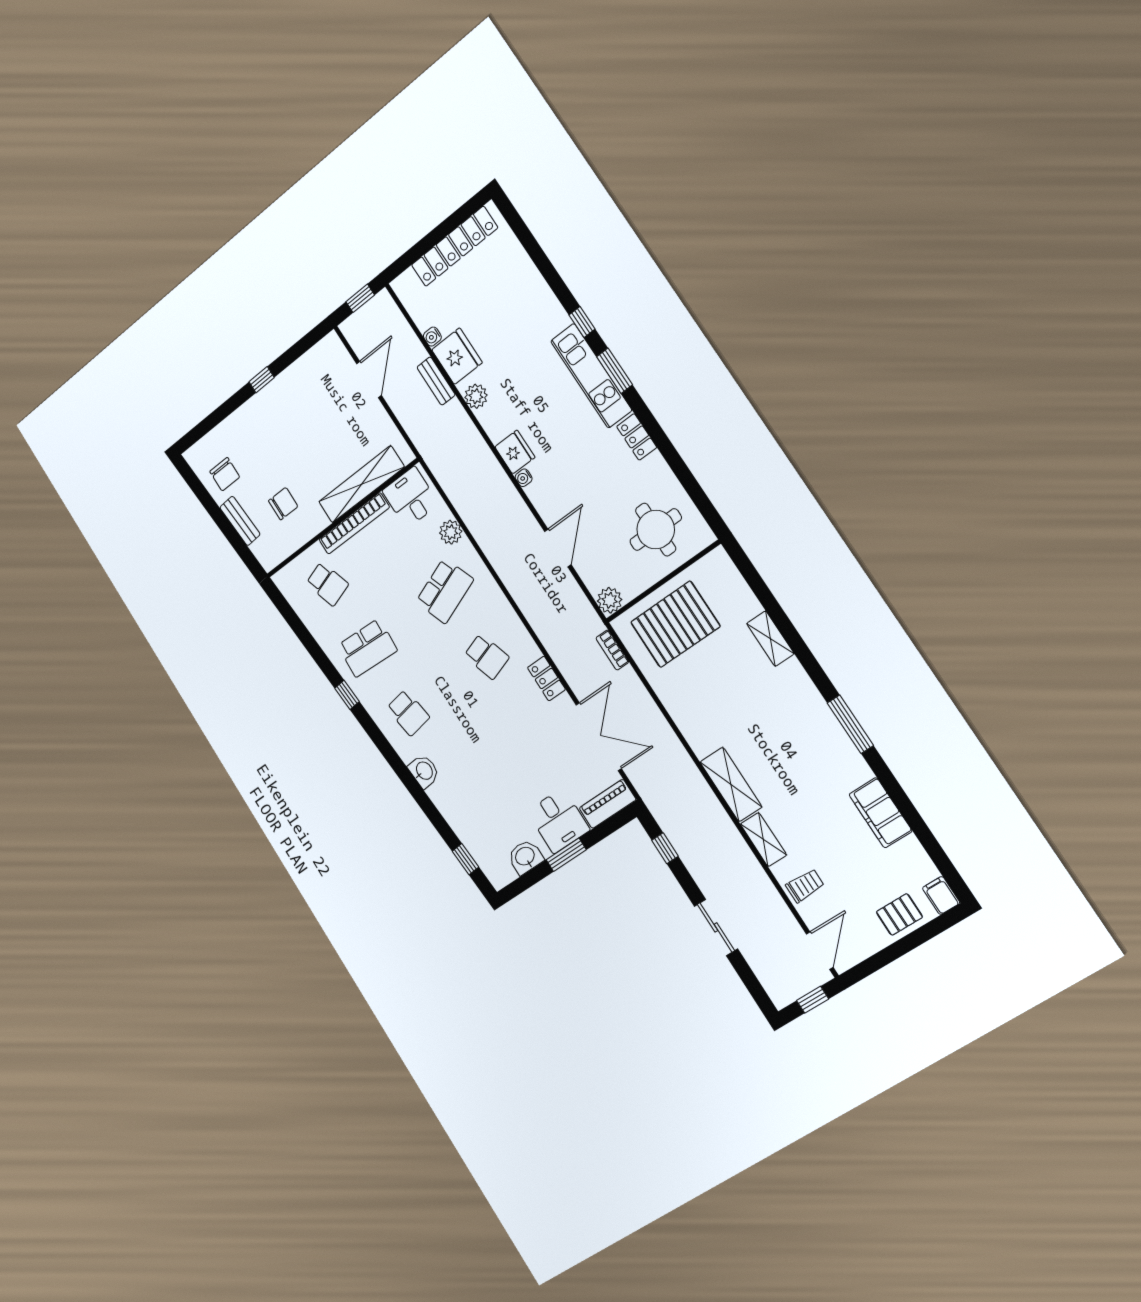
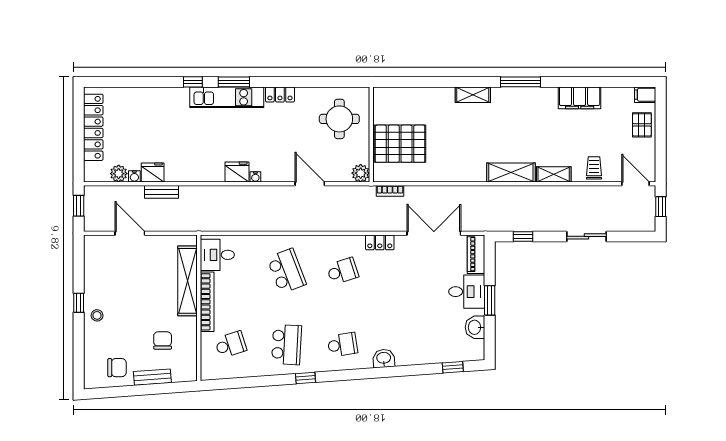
fridge: (457, 356) -> (153, 173), width x0.73, depth x0.75
plant: (476, 396) -> (119, 174), moved
stool: (262, 410) -> (97, 315), added
plant: (451, 532) -> (255, 243), removed
pallet: (675, 624) -> (400, 144), turned 90
shelving: (770, 639) -> (473, 95), moved

